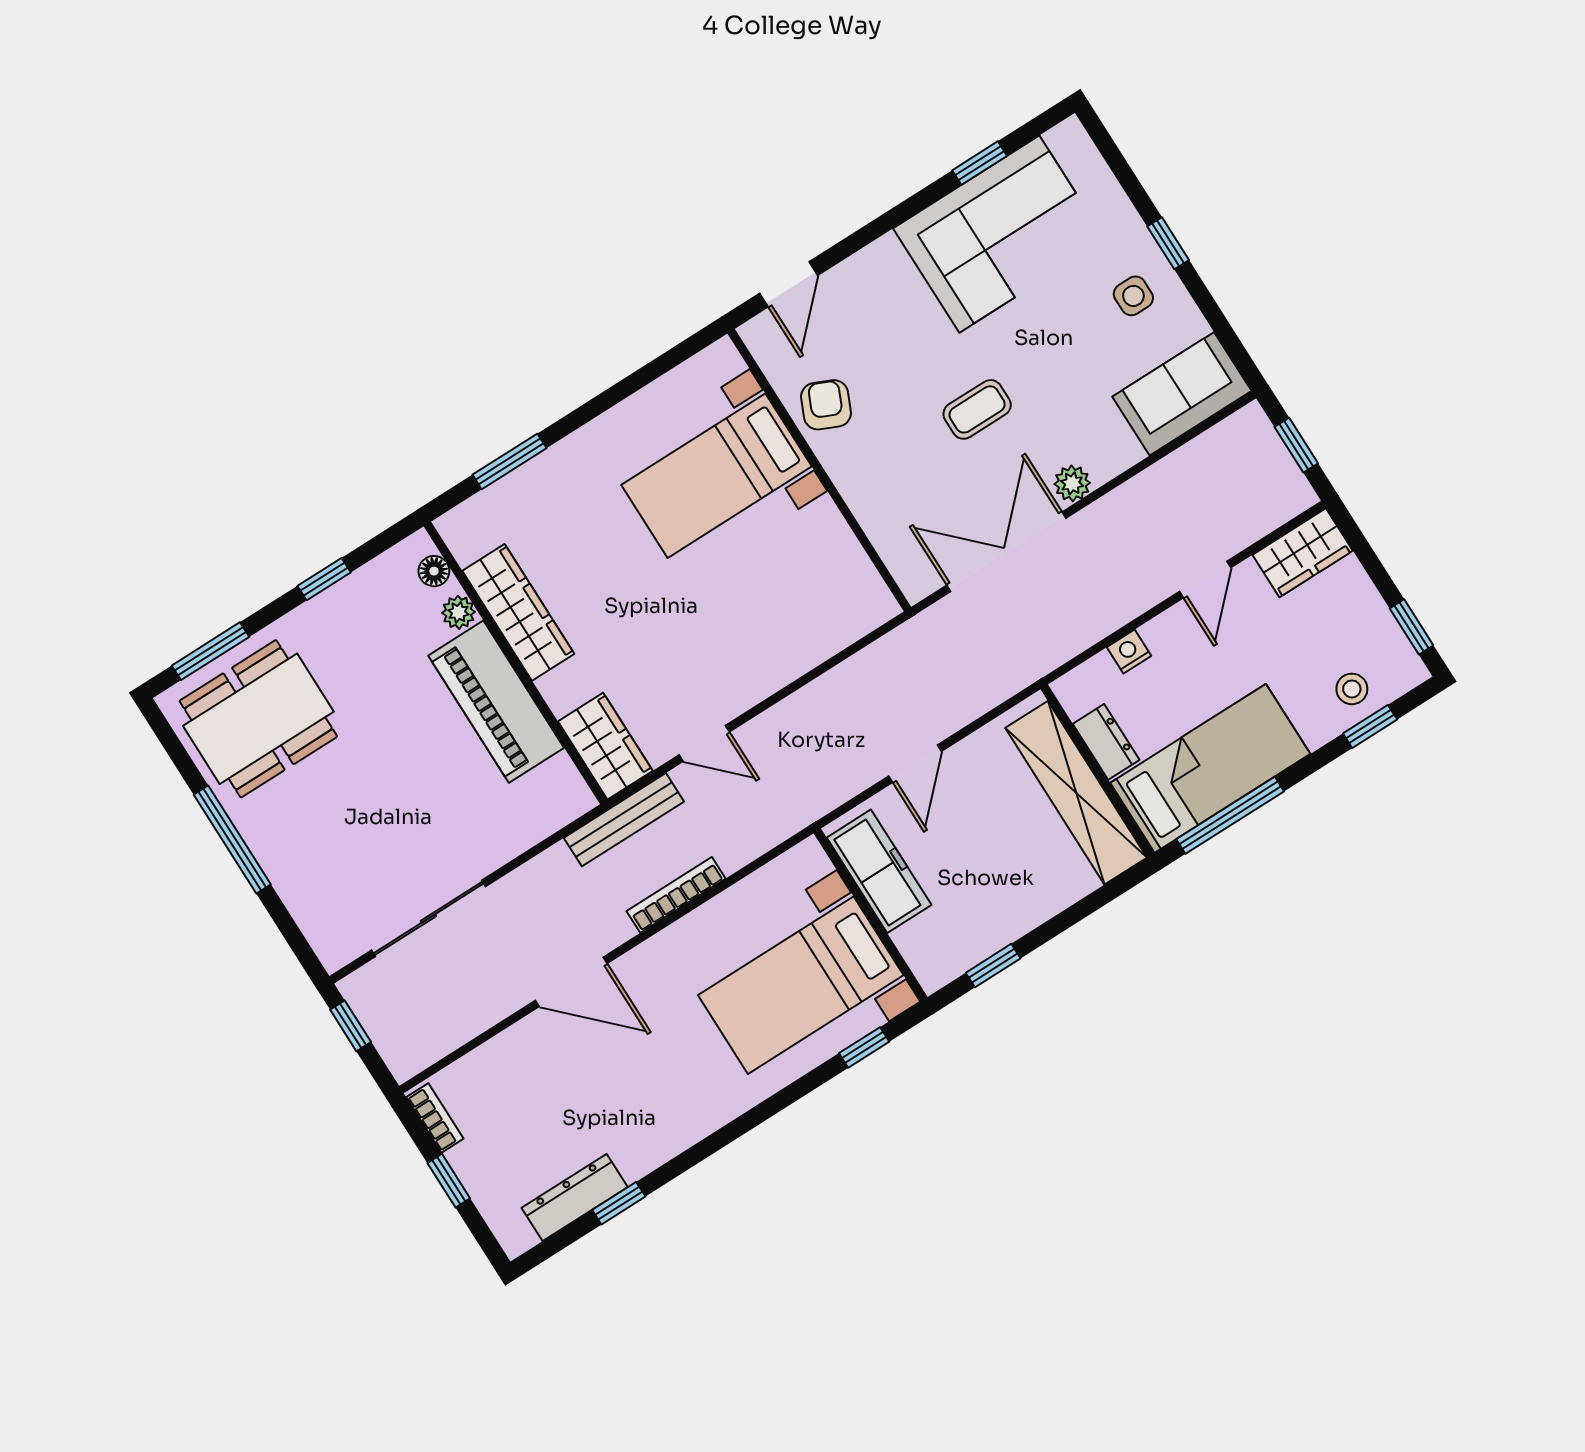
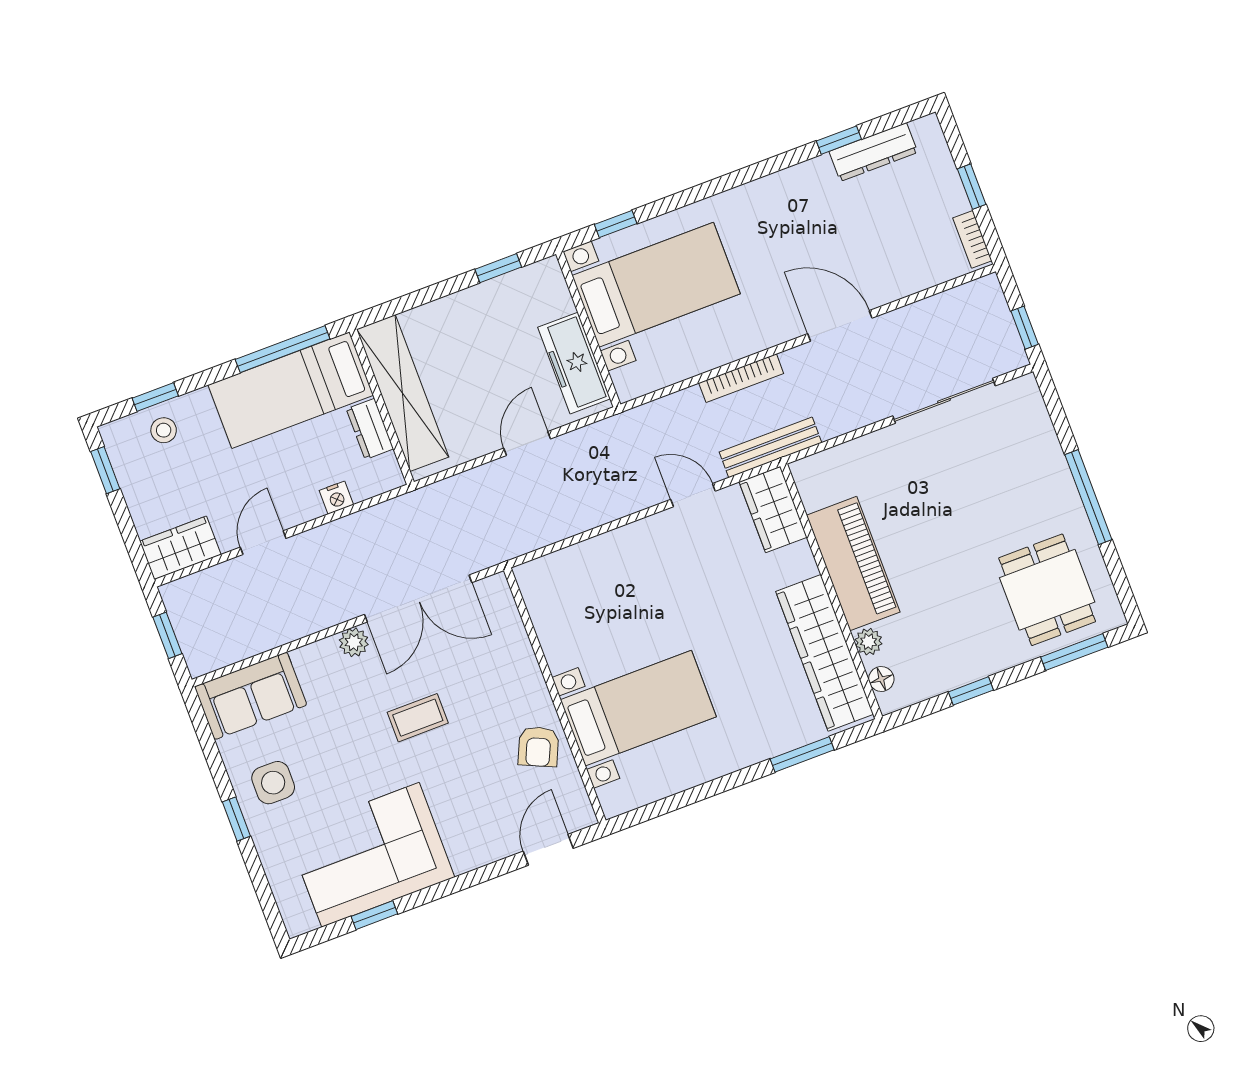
side table: (1133, 296) -> (273, 783), width x1.37, depth x1.37
wardrobe: (518, 612) -> (825, 653), width x1.40, depth x1.17
dining table: (258, 719) -> (1047, 590), width x0.73

